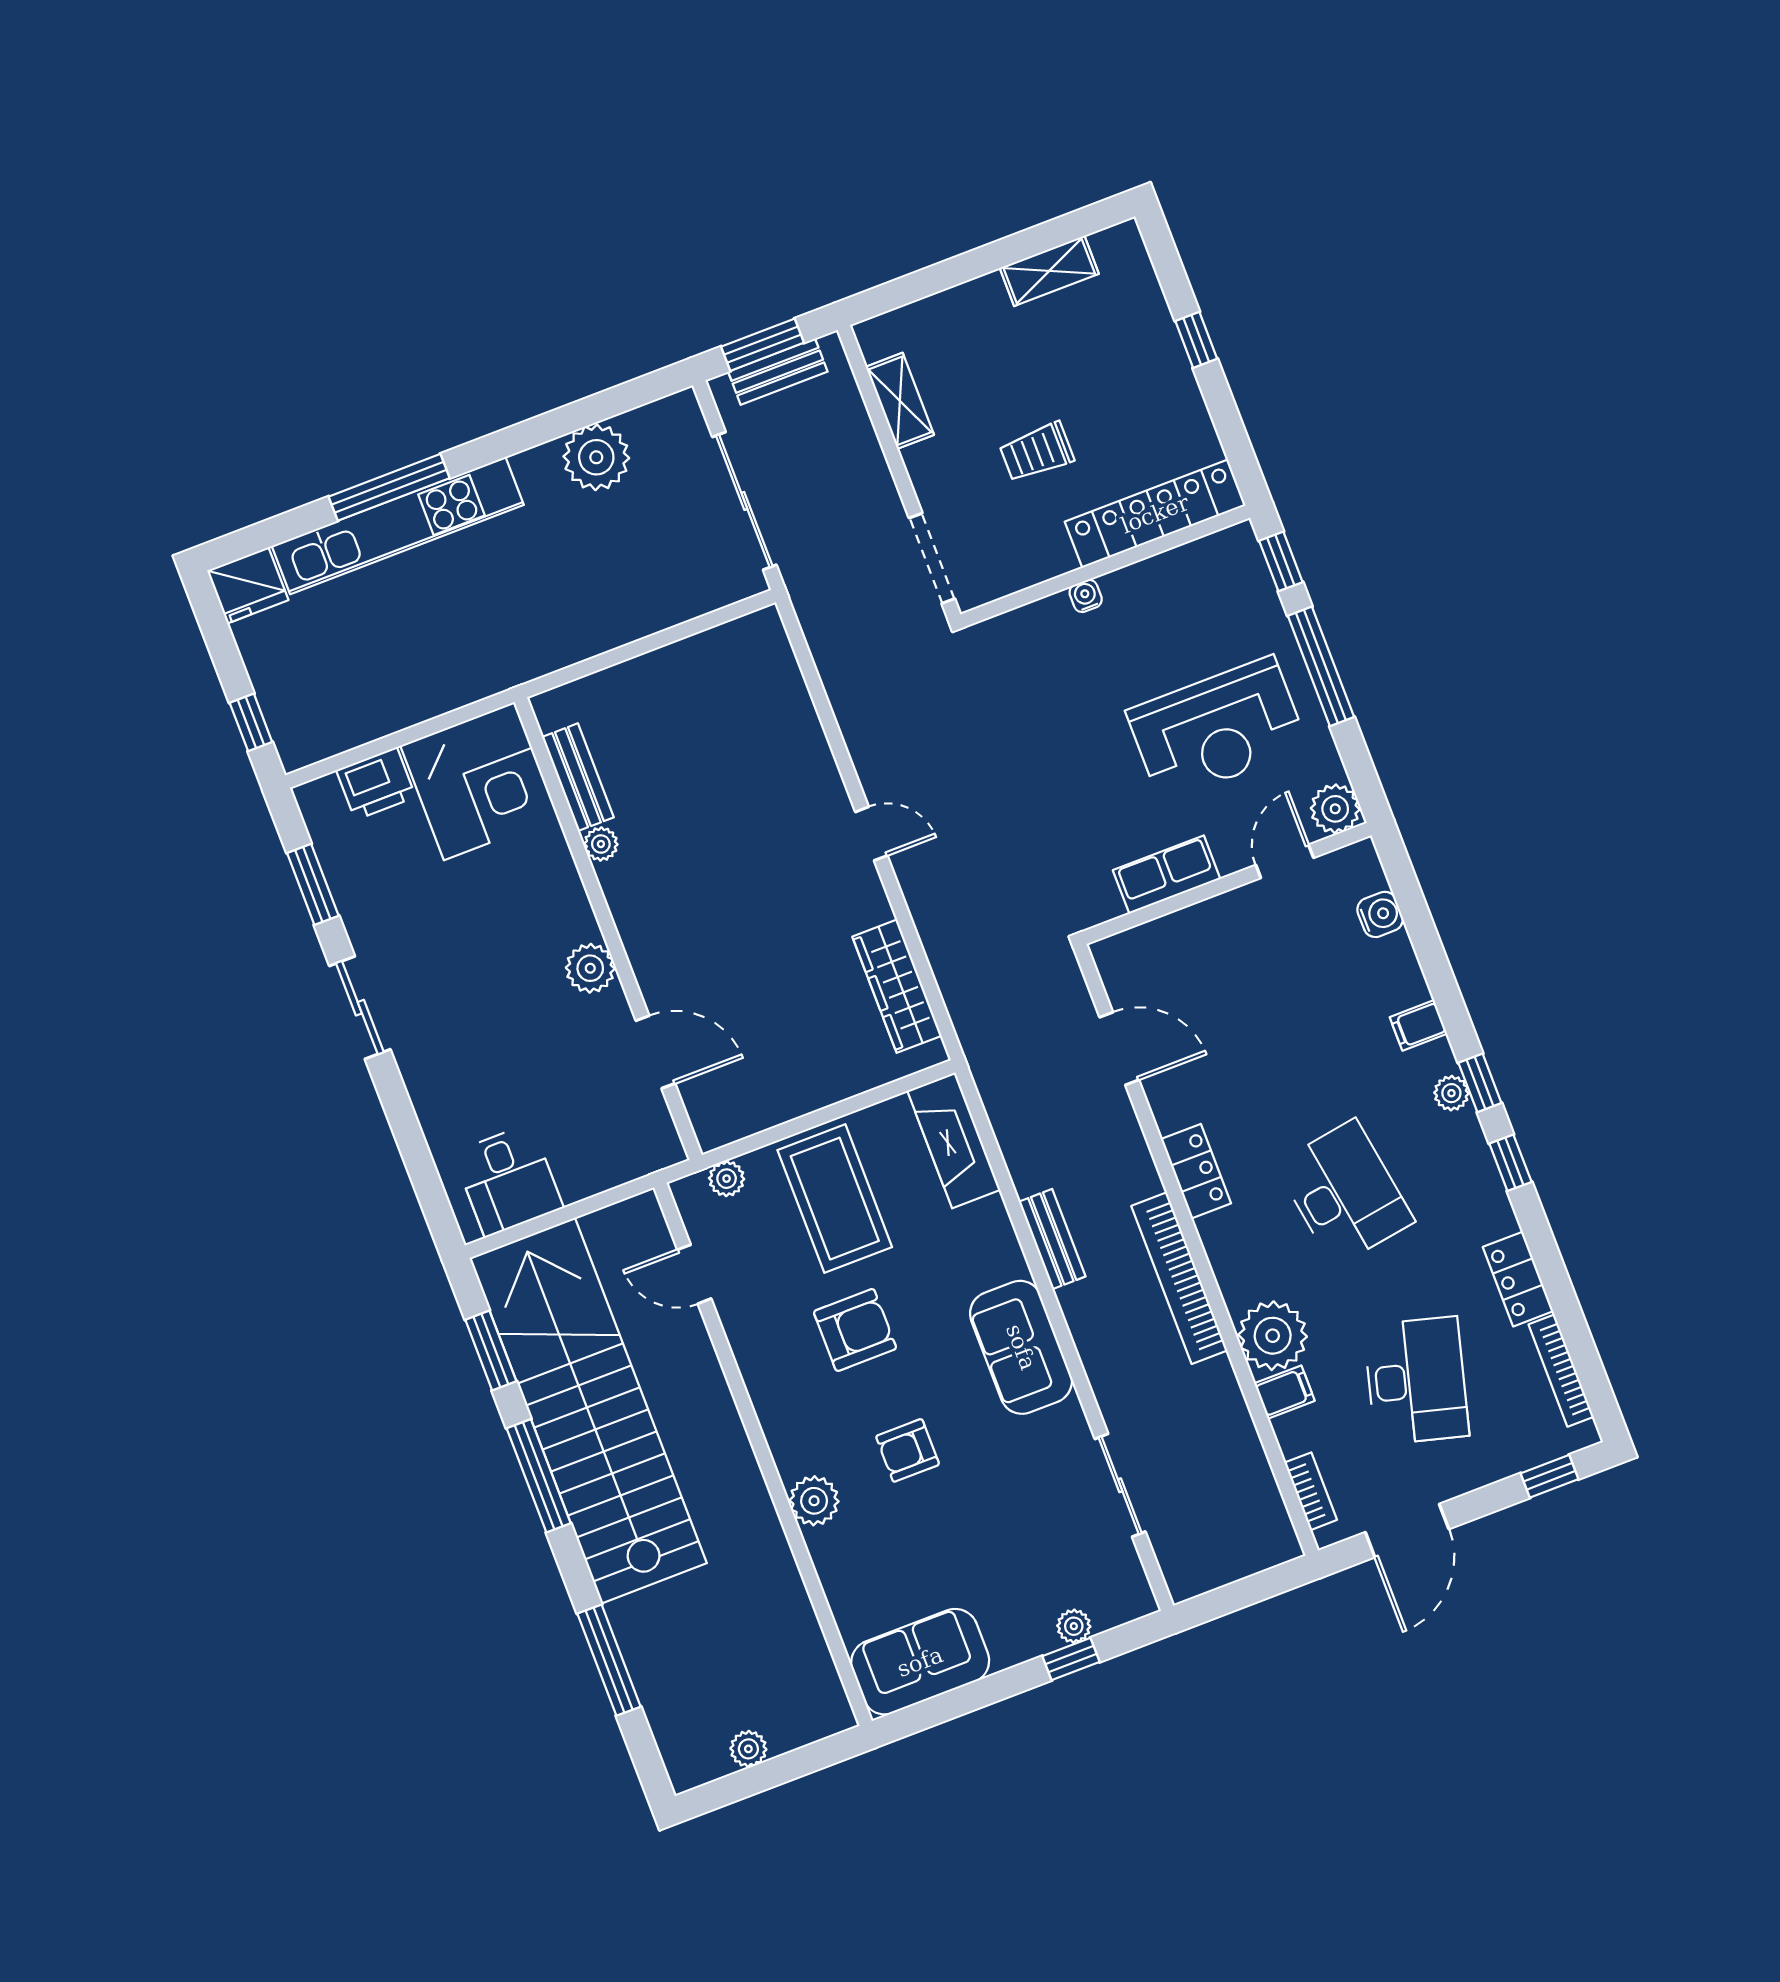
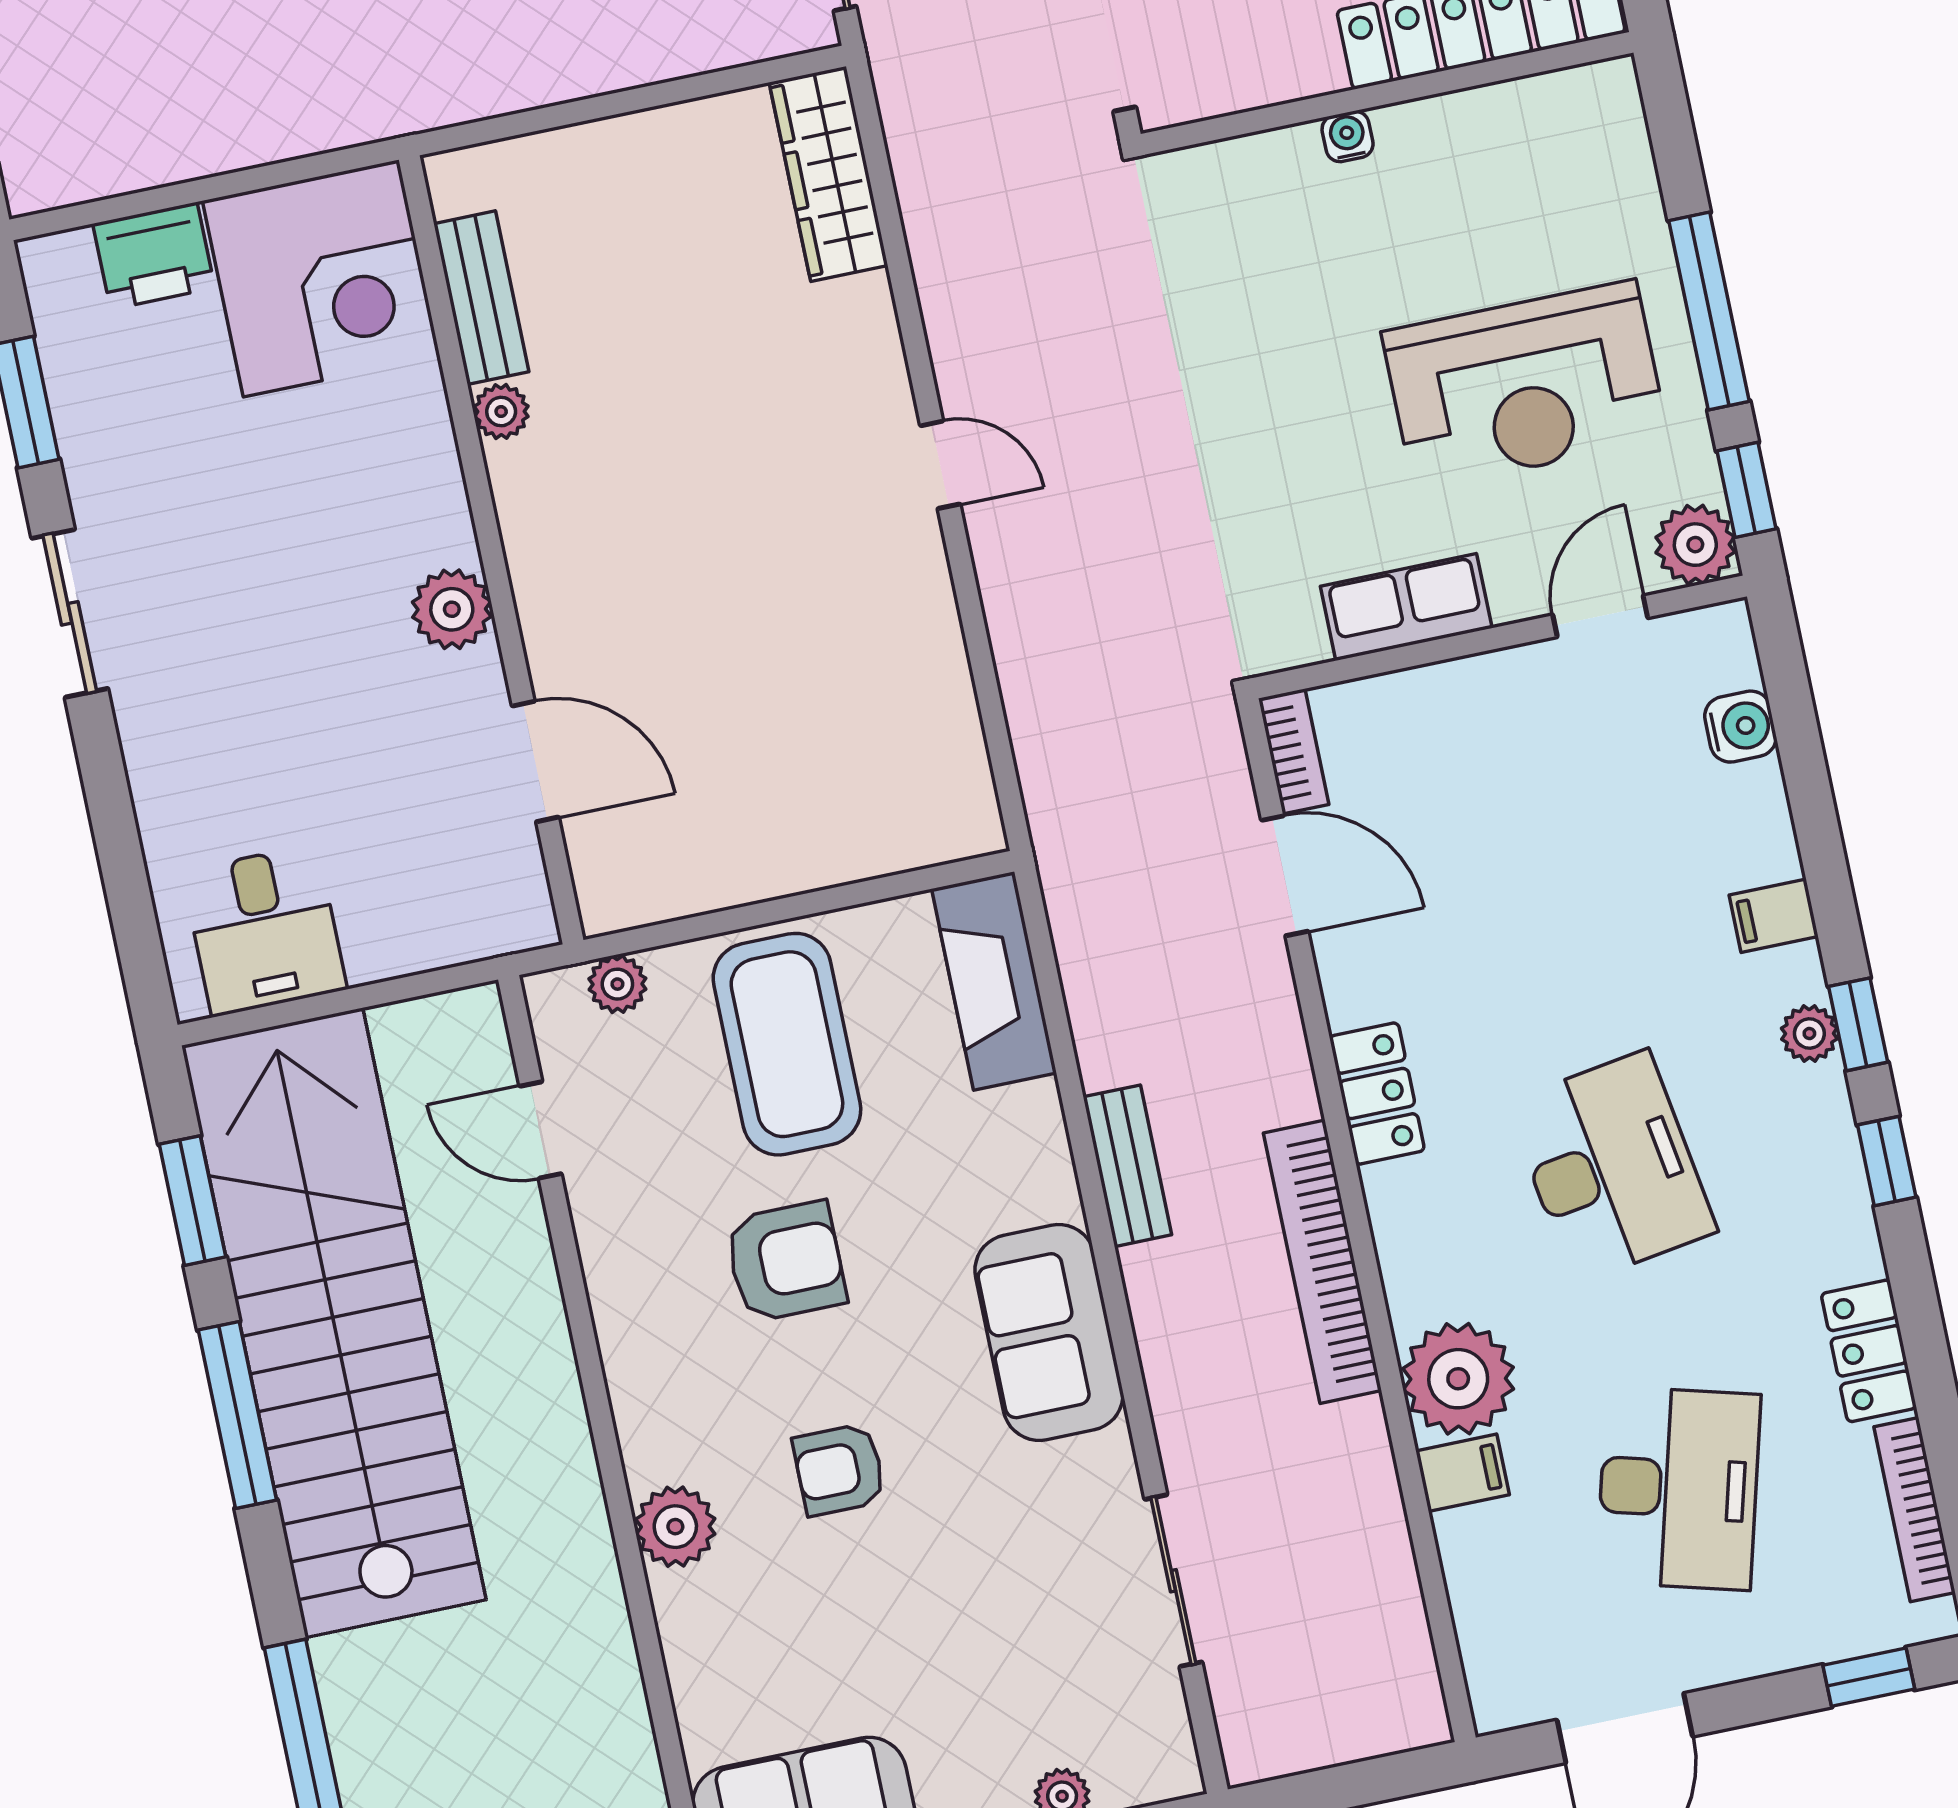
window: (1281, 561) -> (1746, 490), moved
wardrobe: (897, 986) -> (829, 174), moved
bookcase: (1311, 1491) -> (1294, 751), moved

